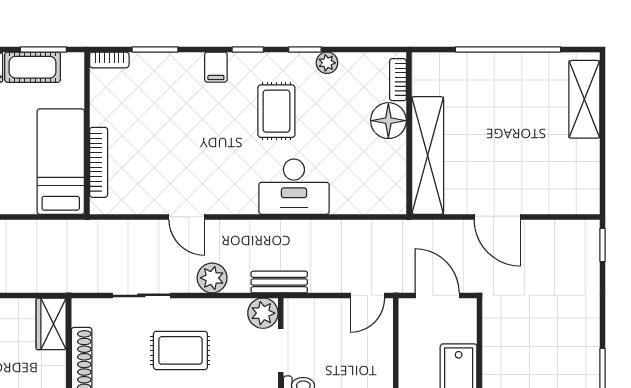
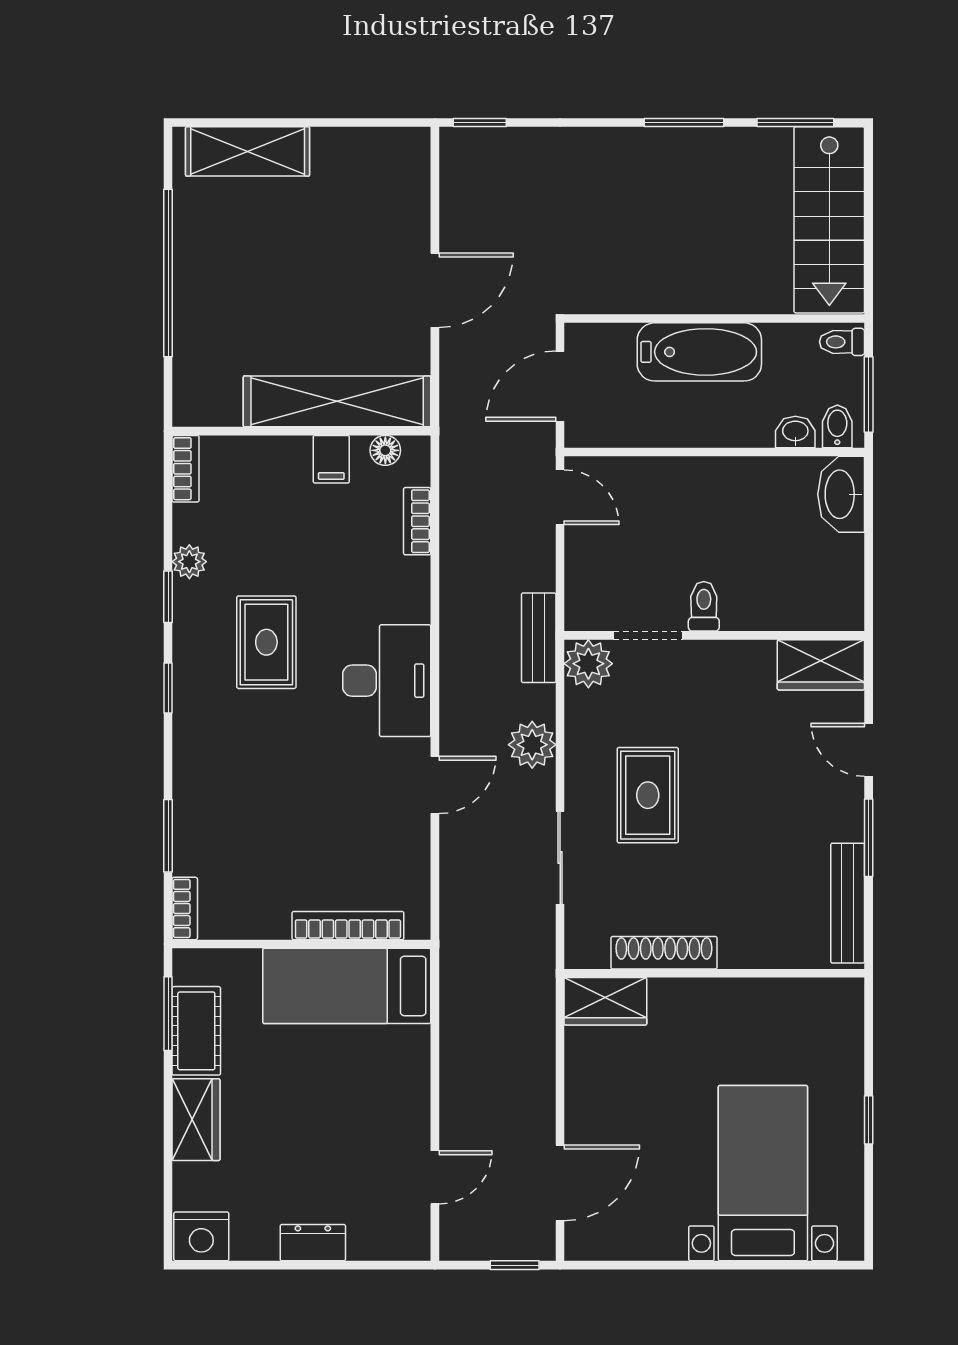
filing cabinet: (216, 67) -> (331, 459), moved, turned 90
bookcase: (398, 80) -> (186, 469), moved, turned -90
rug: (276, 111) -> (266, 642), turned 90
floor lamp: (388, 121) -> (385, 450), moved, width x0.53, depth x0.53
desk: (294, 187) -> (387, 681), moved
bookcase: (352, 206) -> (417, 521), added

